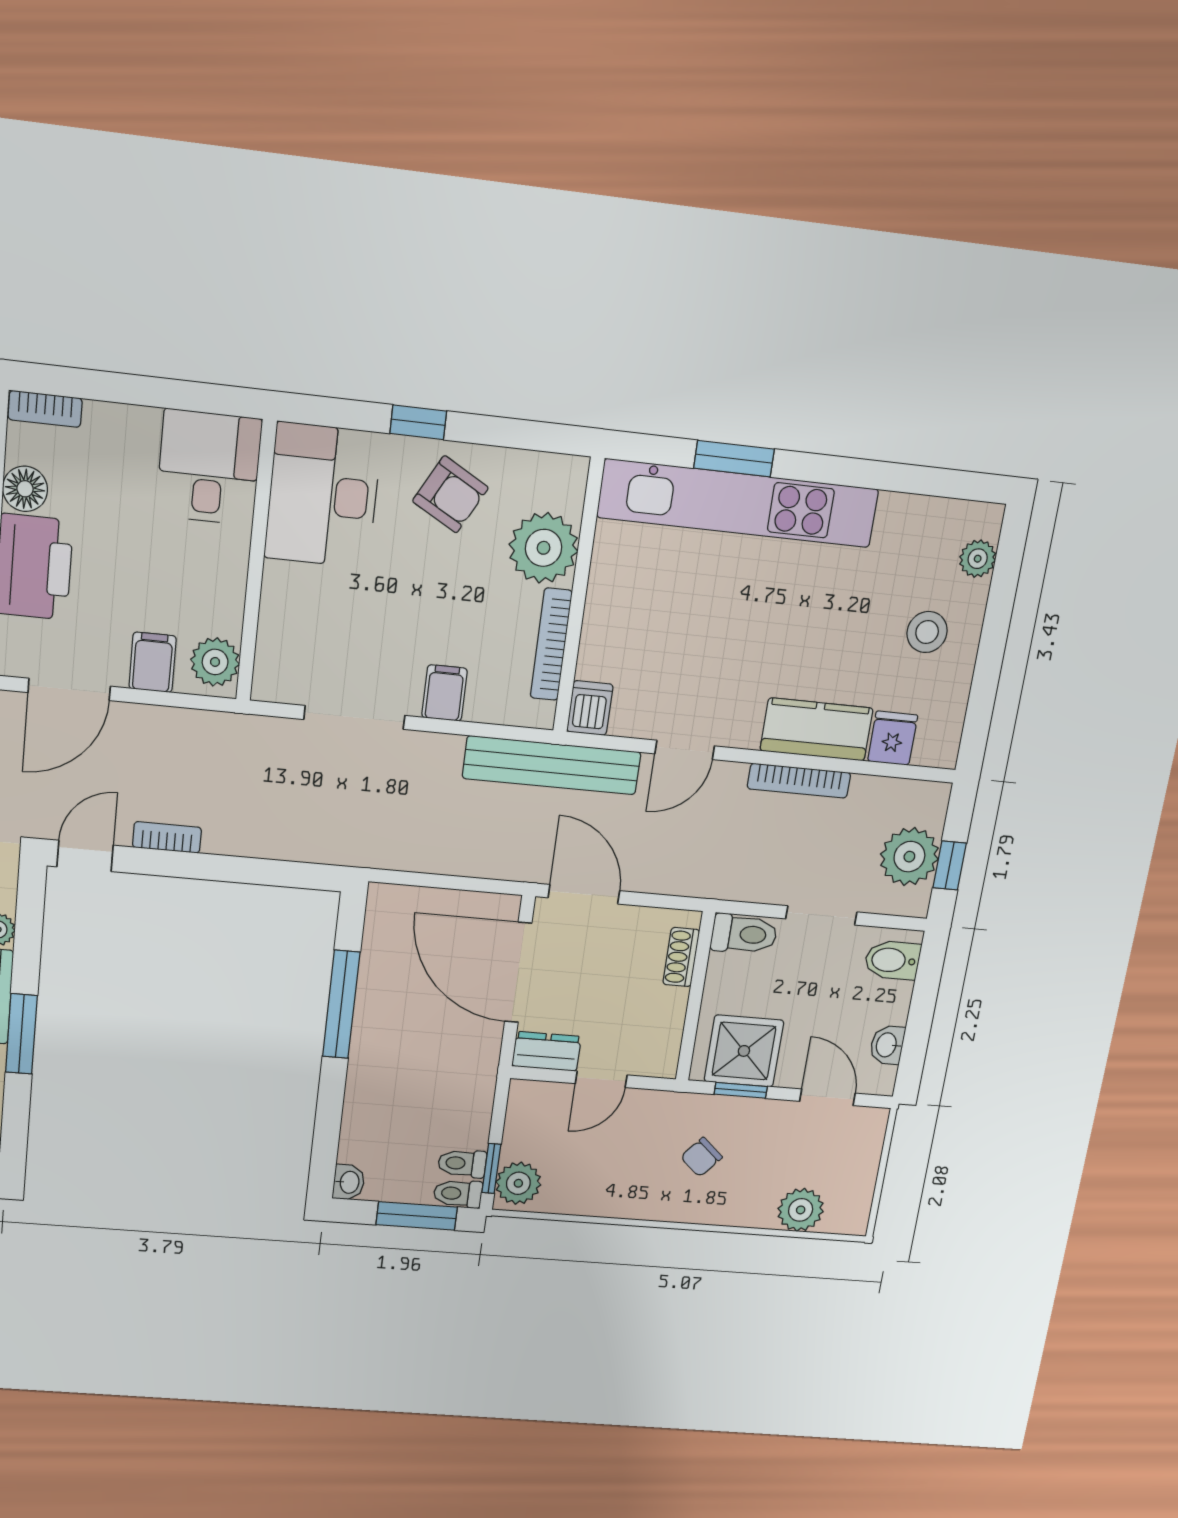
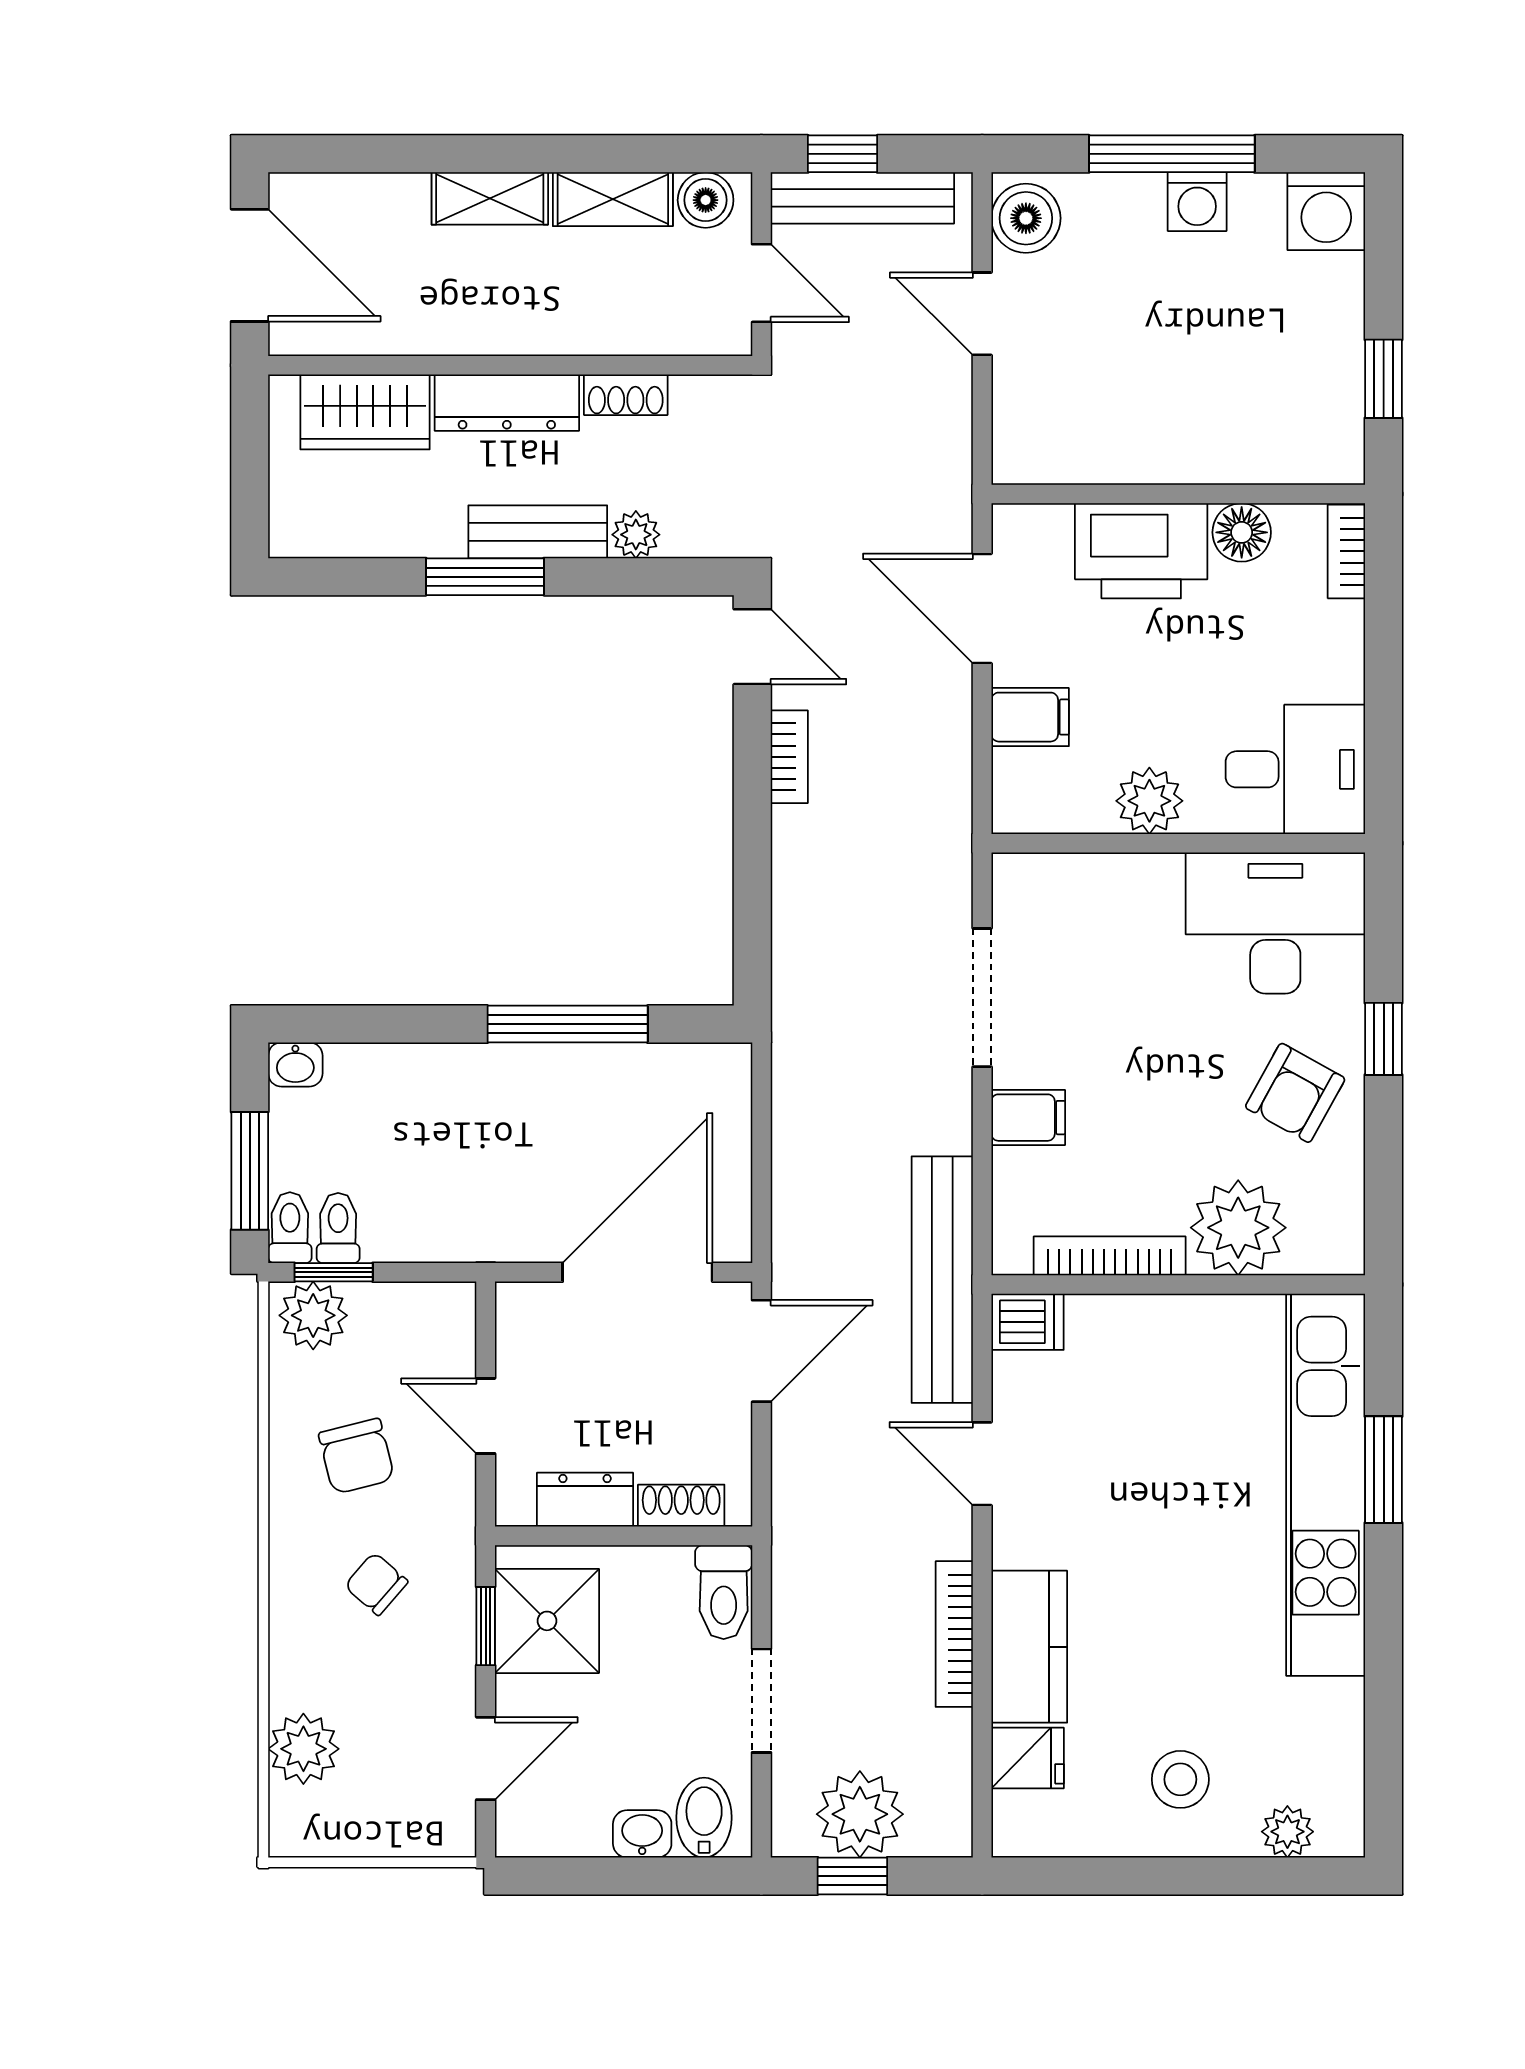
plant: (215, 662) -> (1149, 801), moved
washbasin: (887, 1045) -> (642, 1834), moved
dresser: (547, 1051) -> (585, 1500), moved, turned -90
chair: (616, 1163) -> (356, 1456), added

